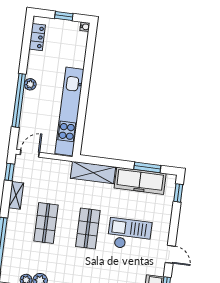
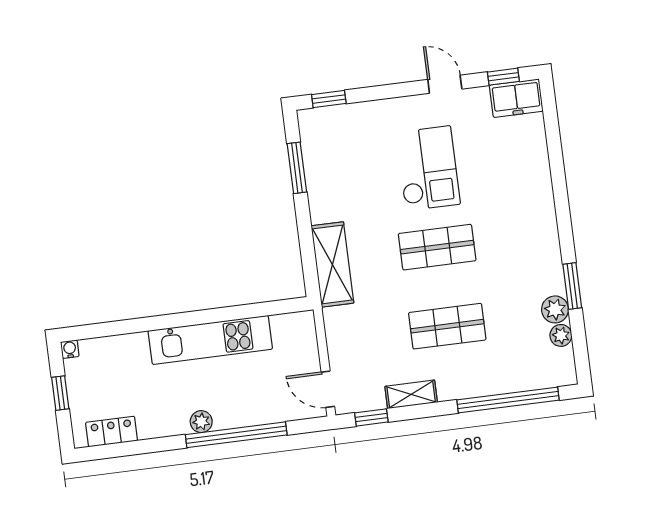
kitchen unit: (69, 111) -> (210, 340), width x0.73
freezer: (140, 181) -> (325, 175), removed
checkout: (129, 234) -> (428, 168), turned 180
door: (170, 254) -> (445, 84), hinge flipped

